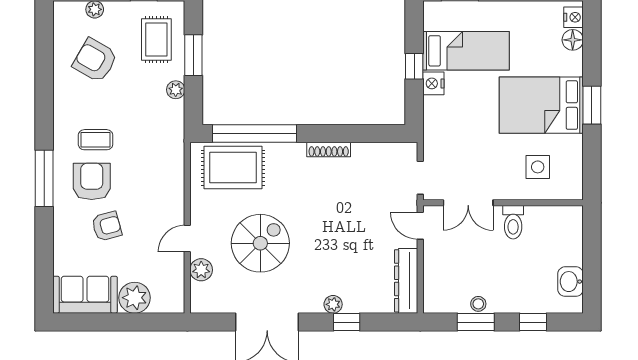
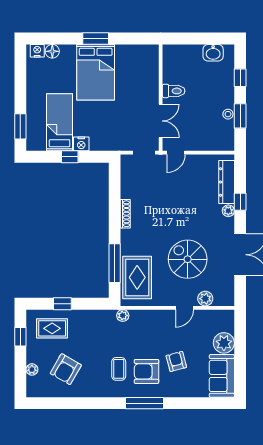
window: (193, 55) -> (62, 304), width x0.67
plant: (176, 90) -> (123, 316), moved
window: (254, 133) -> (115, 263), width x0.68
side table: (538, 167) -> (137, 75), removed
door: (187, 239) -> (185, 308), hinge flipped
dresser: (406, 281) -> (227, 182), moved, turned 90

